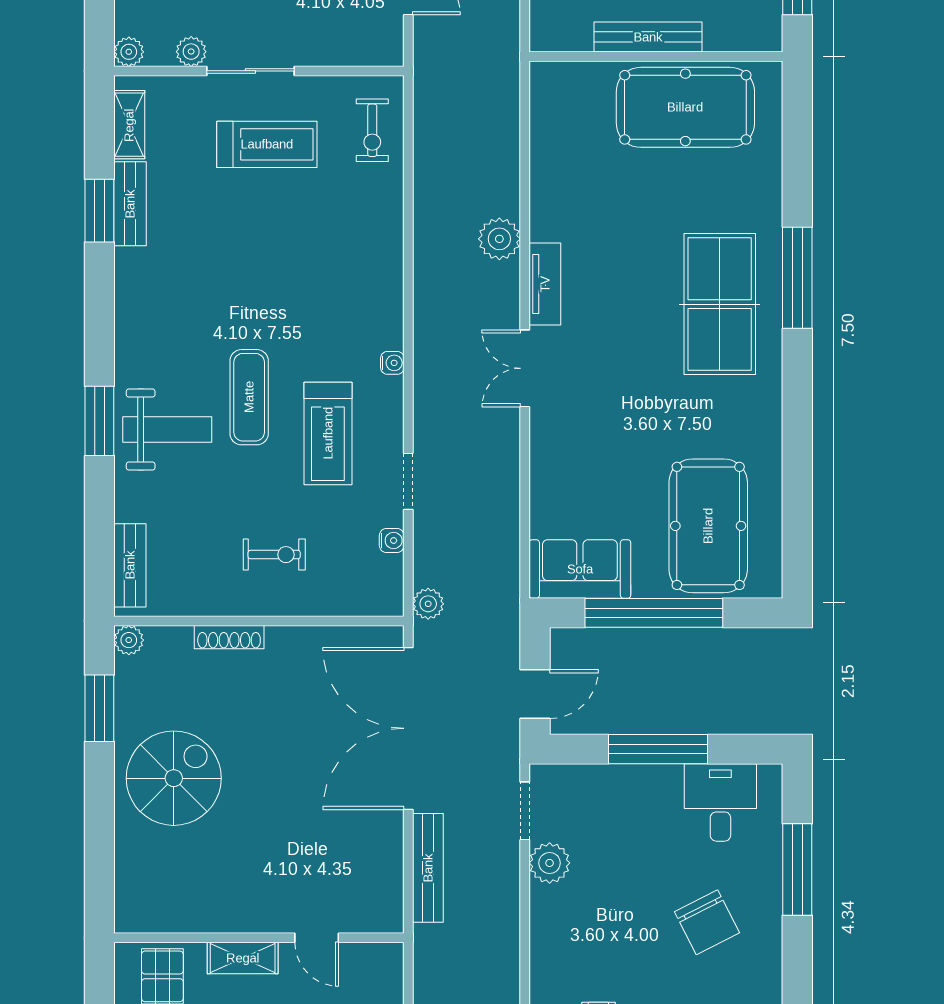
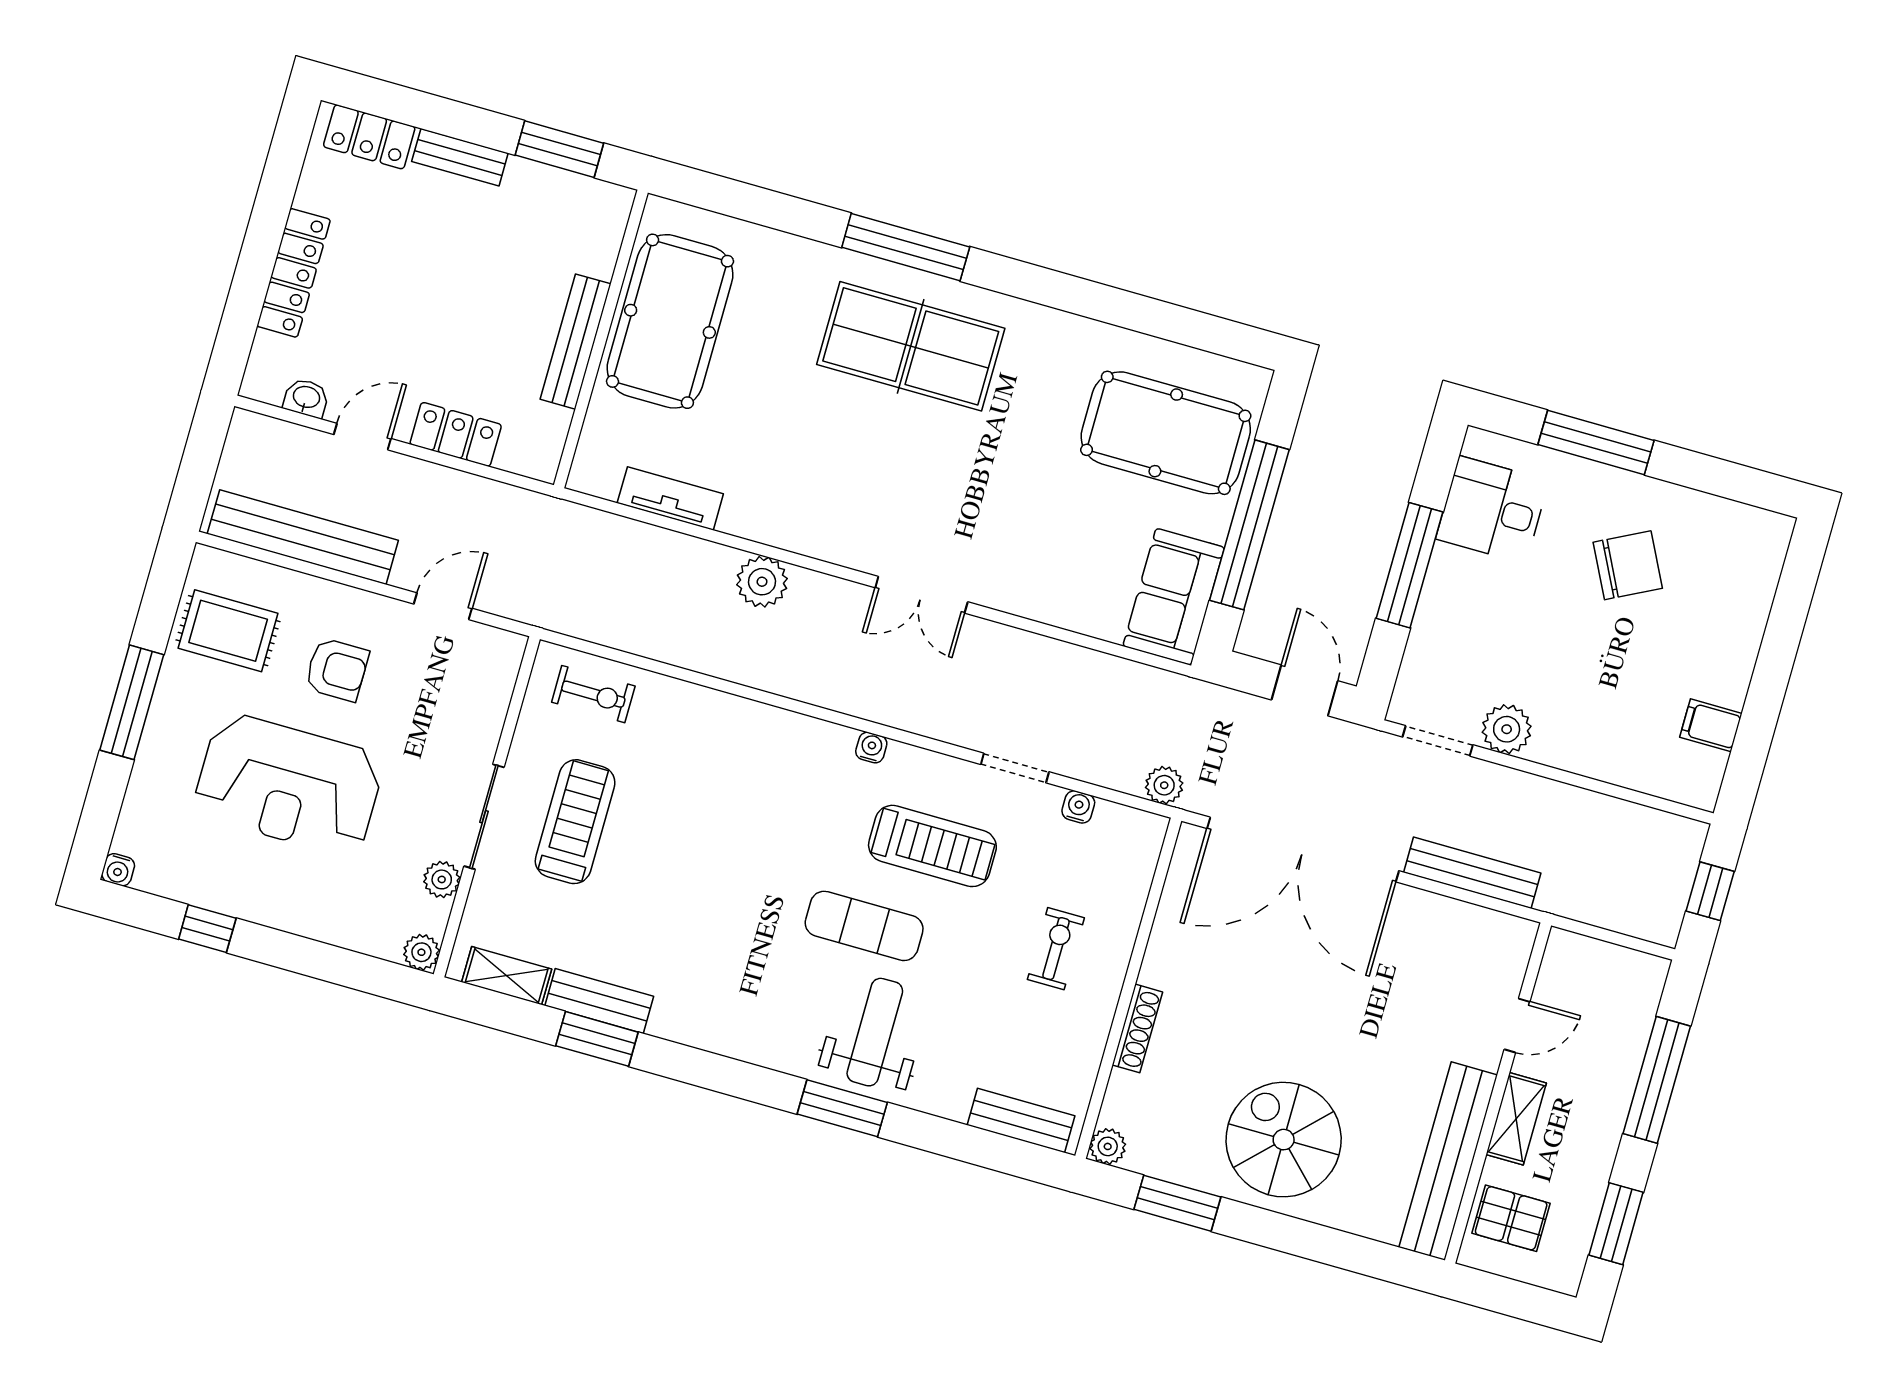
tv unit: (545, 284) -> (670, 498), moved
bench: (194, 914) -> (1448, 1161), added

